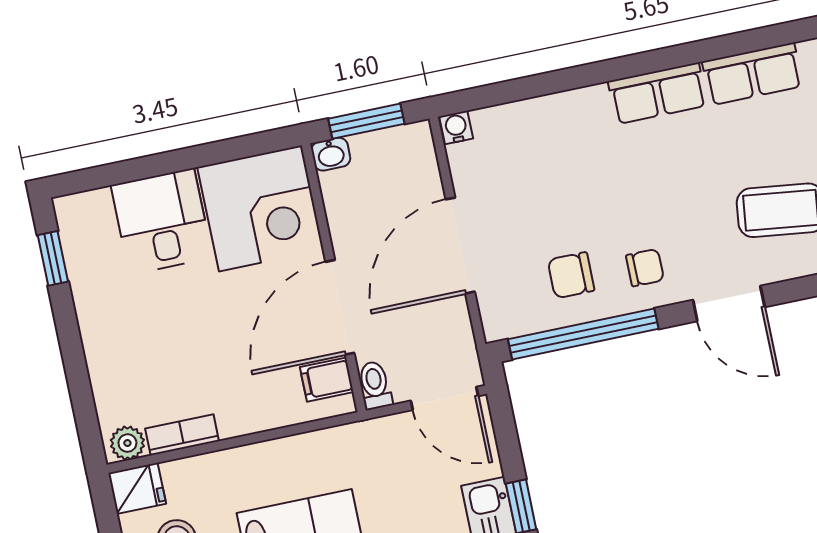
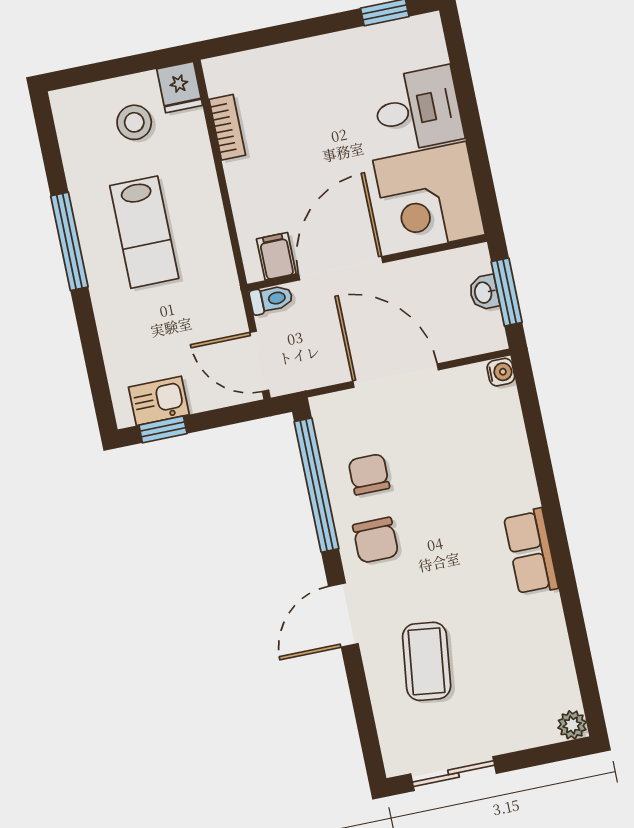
row of seats: (752, 74) -> (548, 636), removed
washbasin: (331, 154) -> (484, 292), moved
chair: (645, 268) -> (376, 540), width x1.37, depth x1.37
door: (340, 307) -> (341, 268), hinge flipped
door: (444, 398) -> (259, 361), hinge flipped
plant: (127, 443) -> (220, 79), removed

